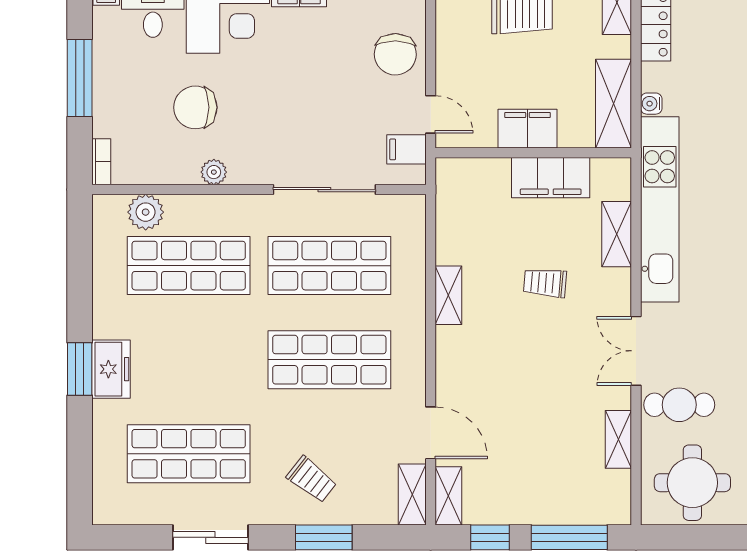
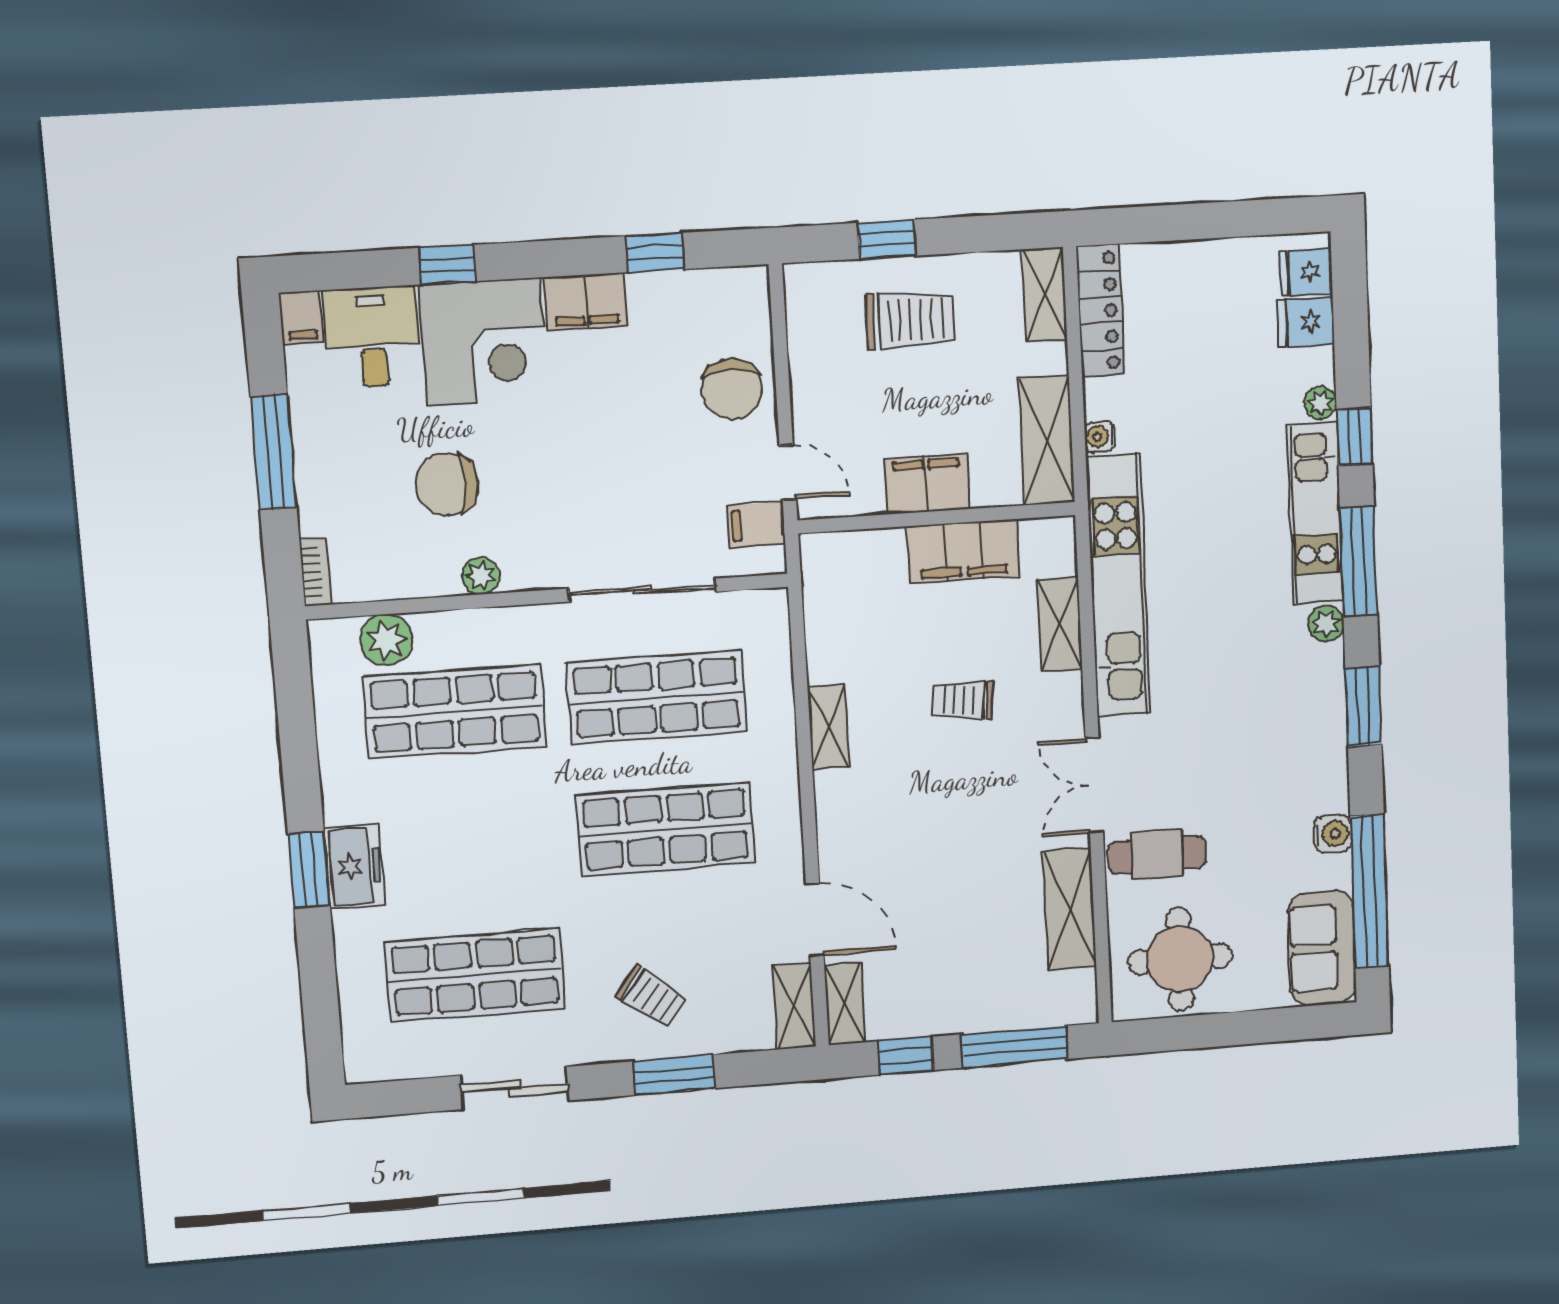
shelving: (618, 439) -> (1070, 909), width x1.50, depth x1.33

